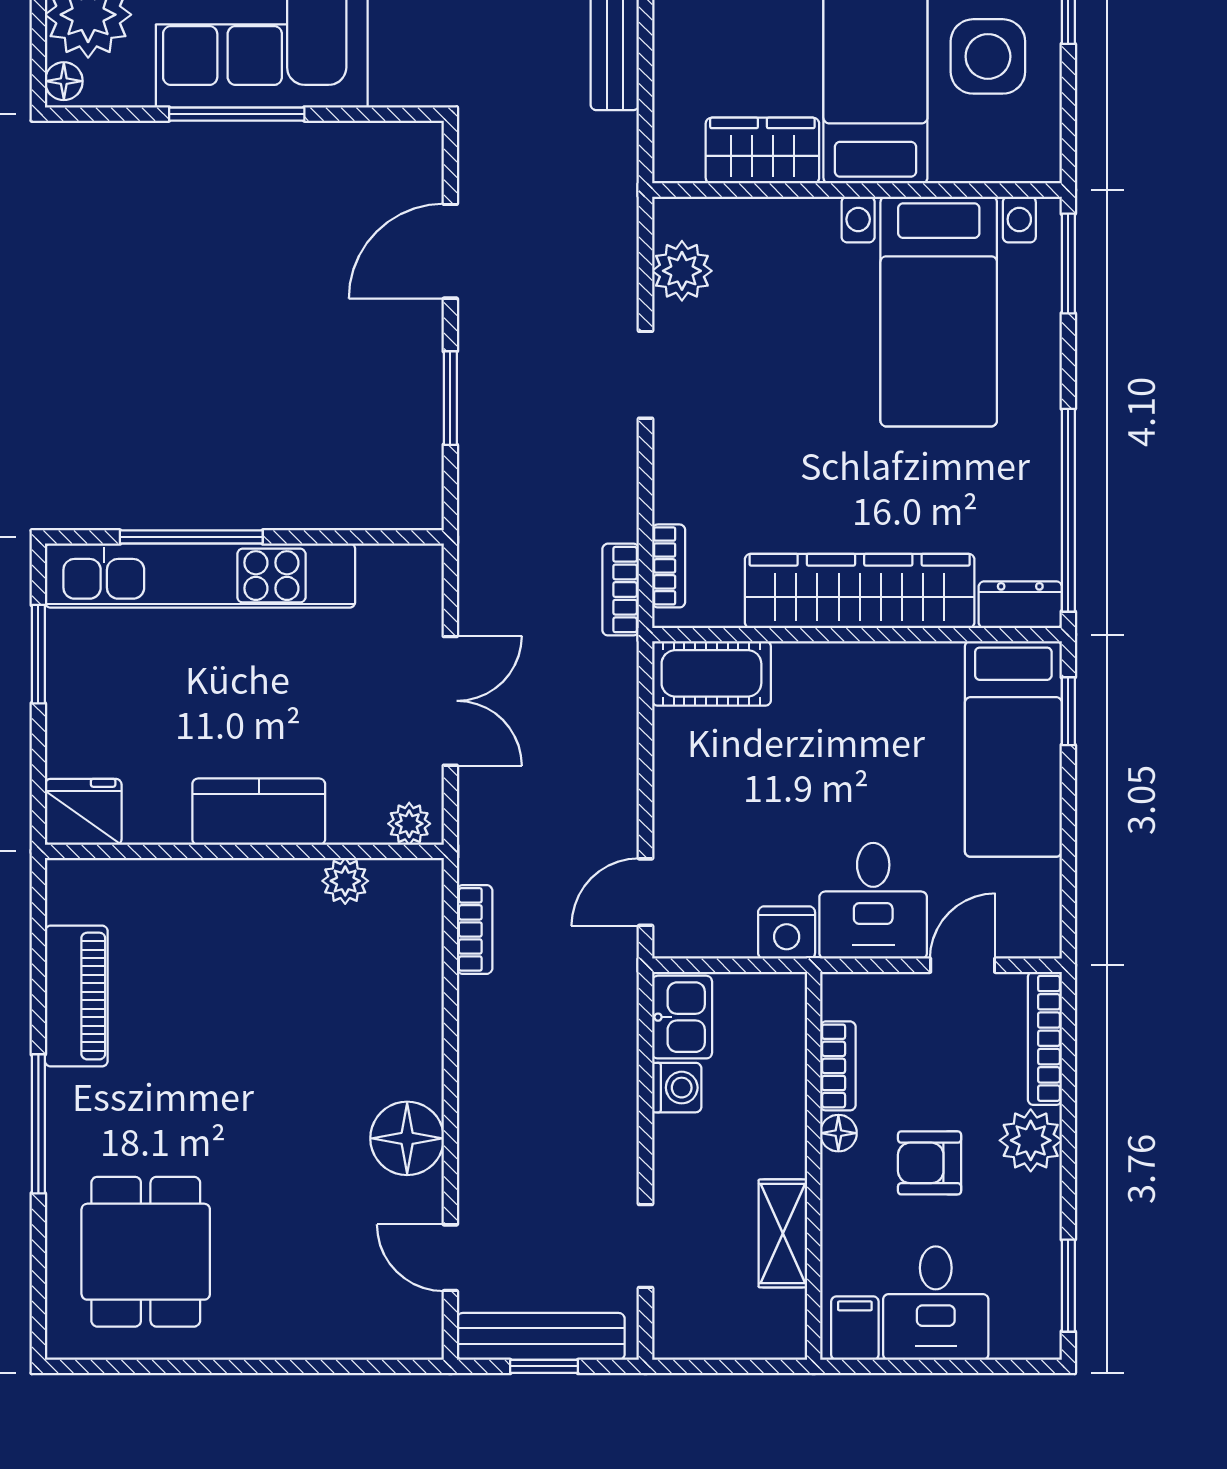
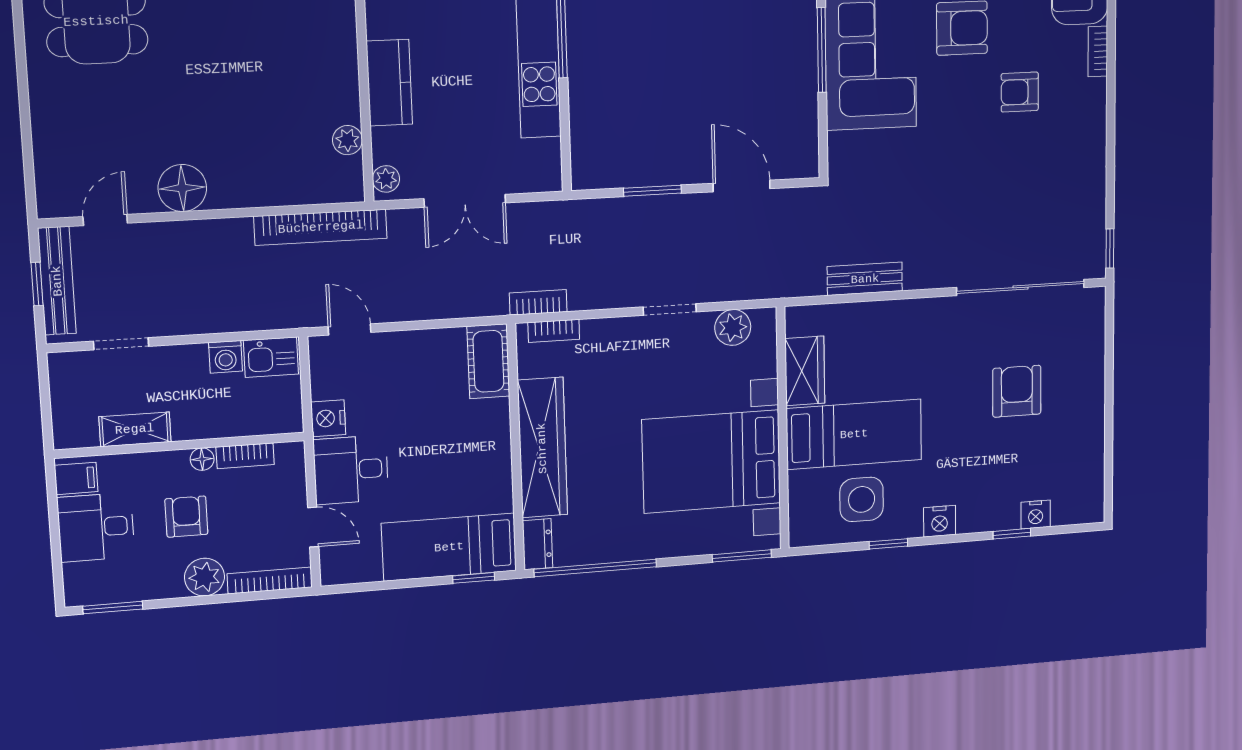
bed with nightstands: (939, 311) -> (711, 461), width x1.36
bookcase: (475, 929) -> (321, 227), width x2.31, depth x1.31

